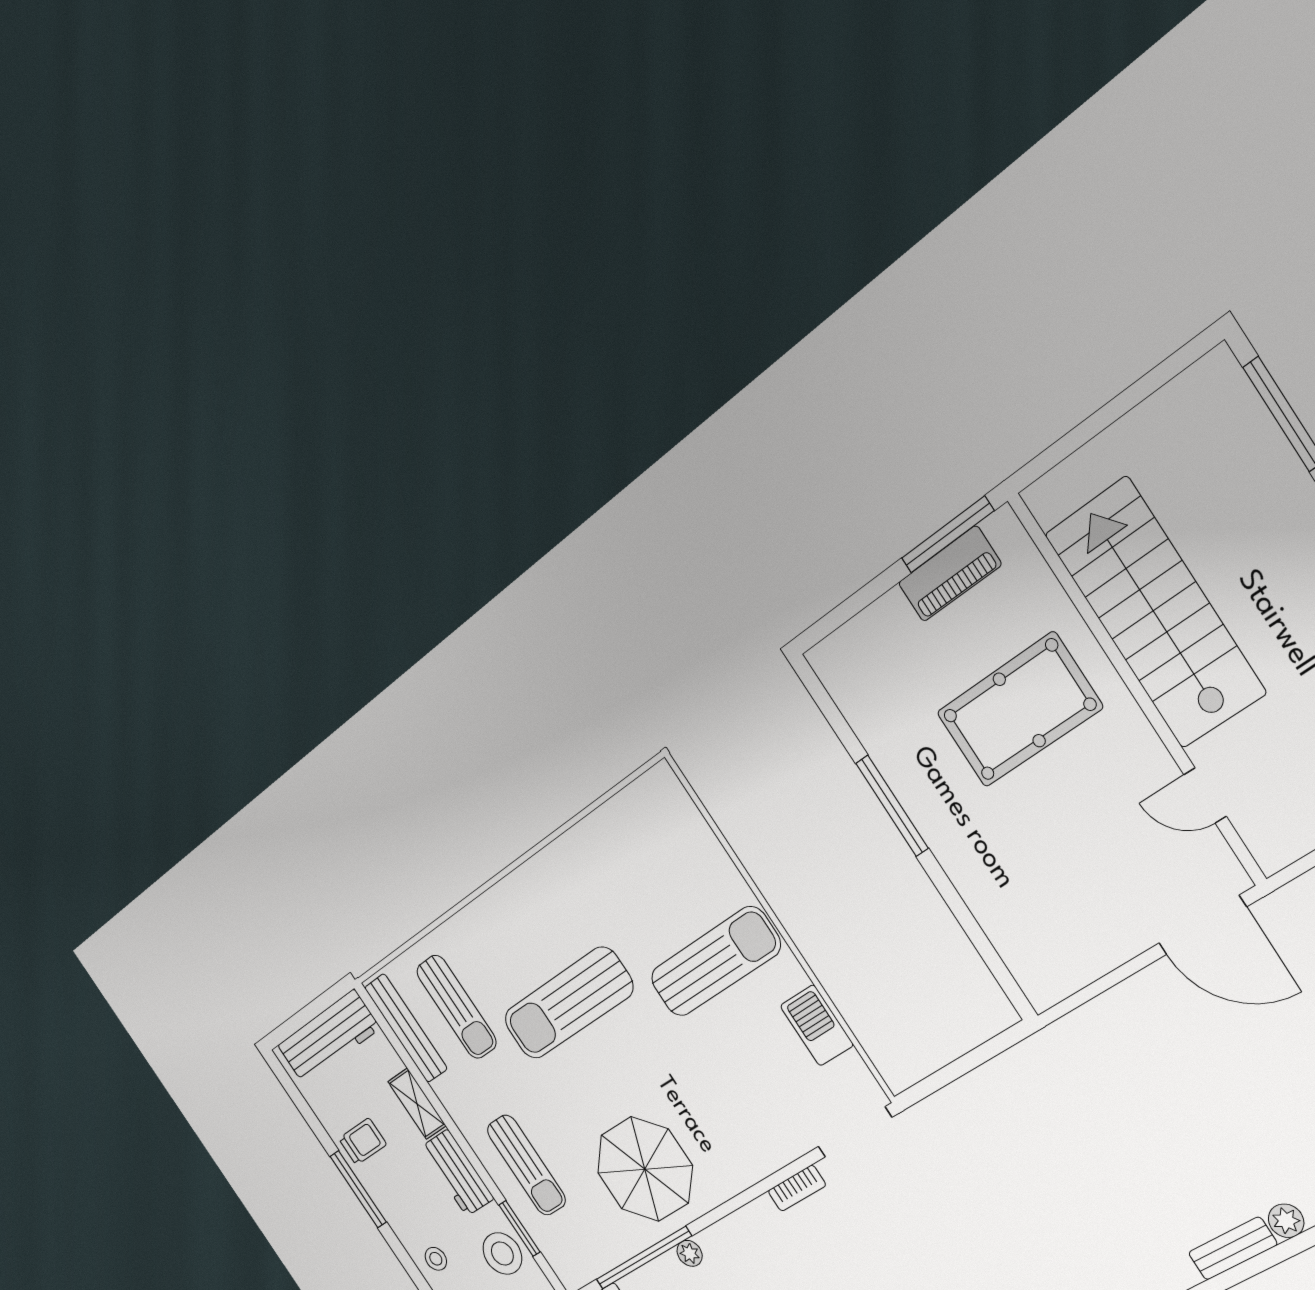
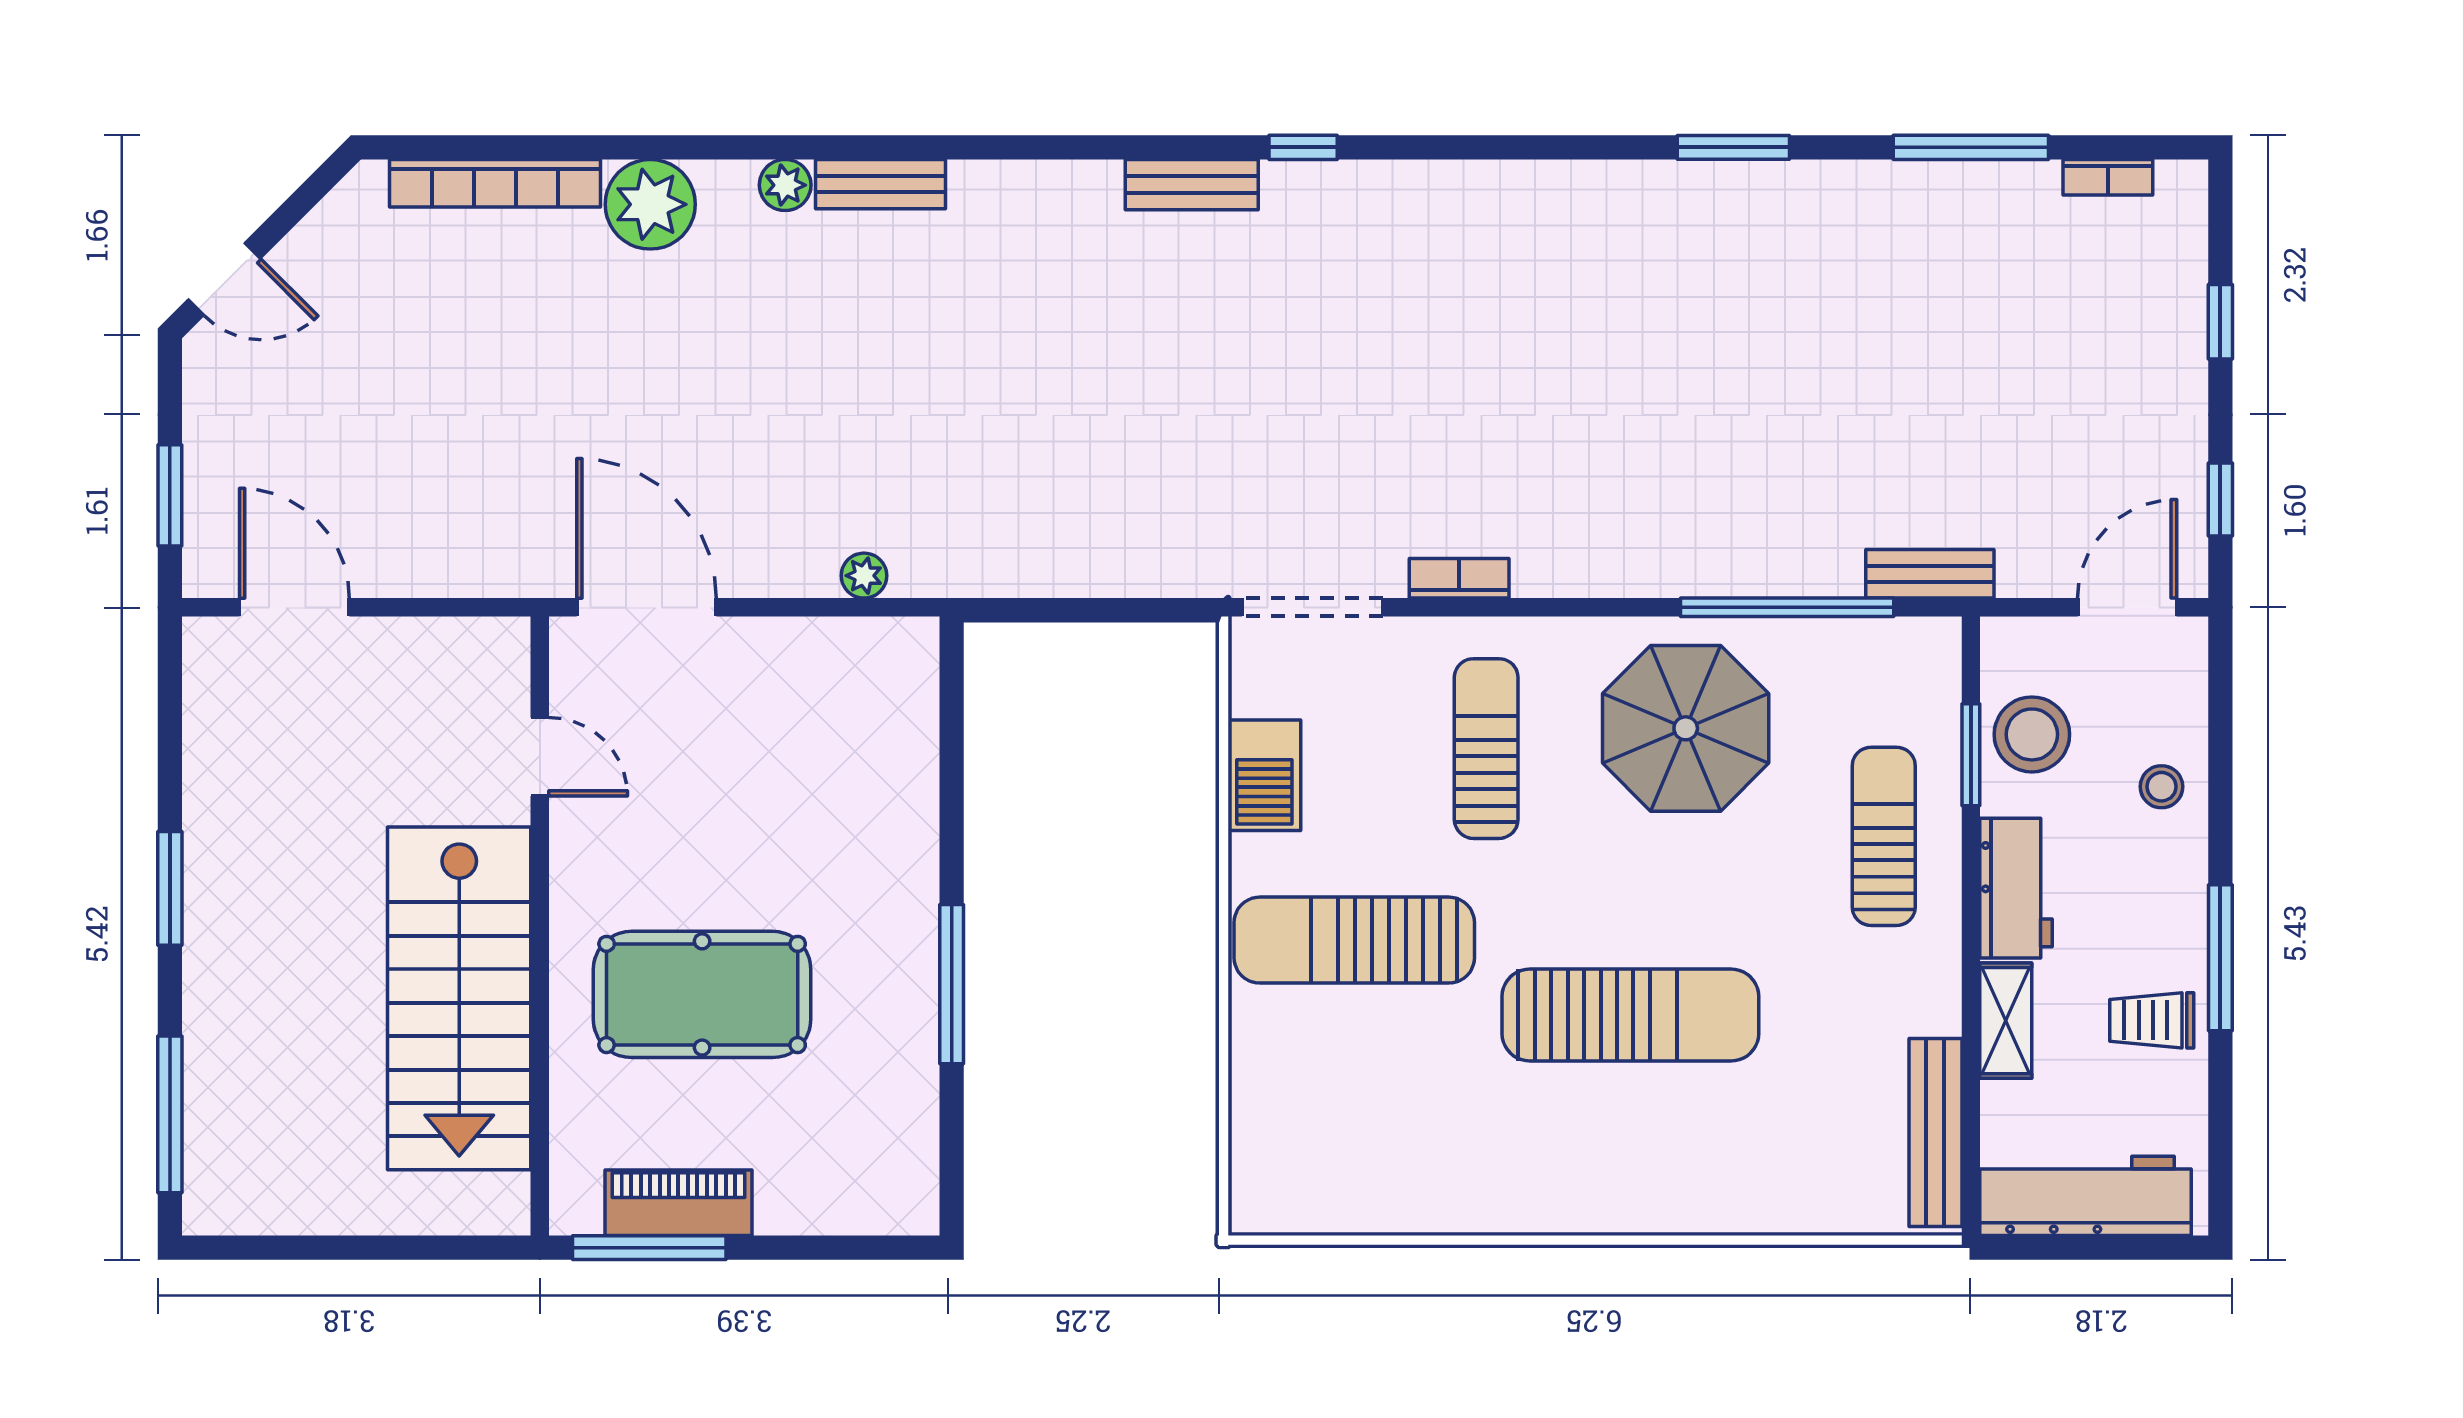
sun lounger: (457, 1007) -> (1486, 749), moved
plant: (690, 1253) -> (864, 576), moved

